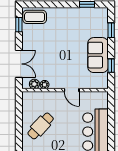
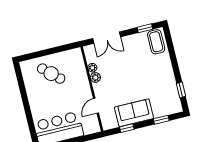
plant: (34, 84) -> (95, 77), moved
door: (72, 90) -> (96, 106), moved

